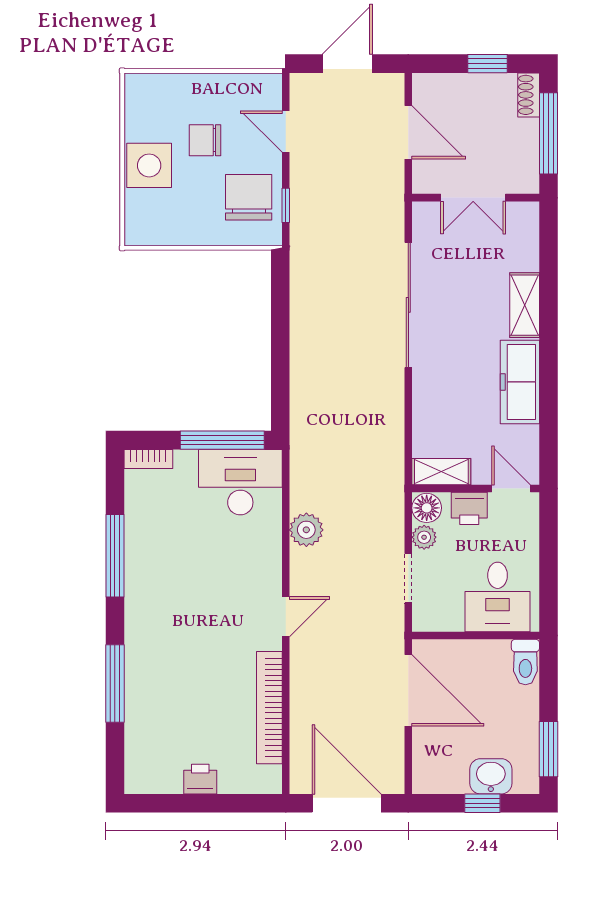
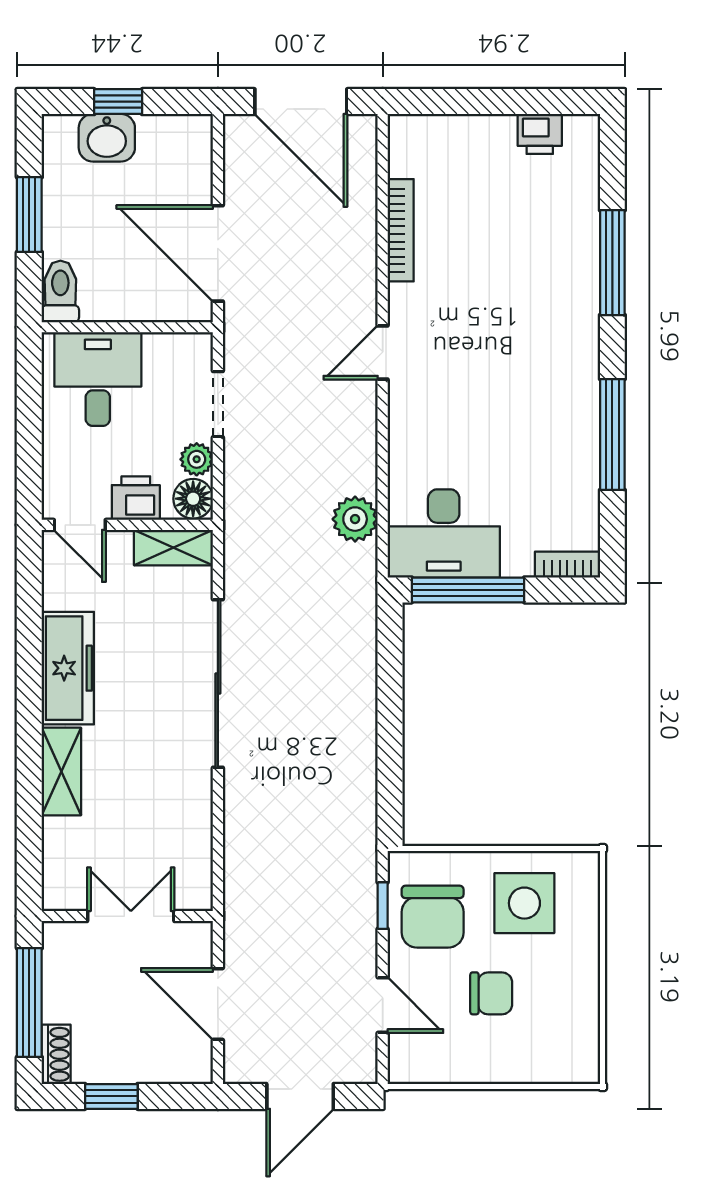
side table: (149, 165) -> (524, 903), moved
sliding door: (408, 305) -> (218, 683), moved
plant: (306, 530) -> (355, 519), moved
bookcase: (269, 708) -> (401, 230), width x0.68, depth x0.76
window: (548, 749) -> (29, 215), moved
printer: (200, 779) -> (540, 134), moved

